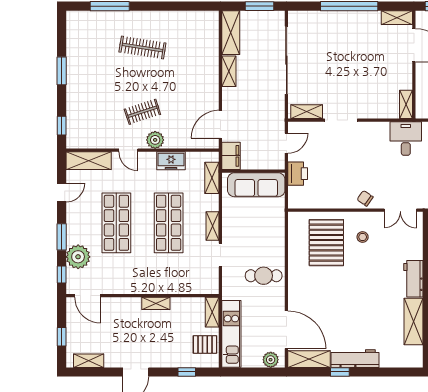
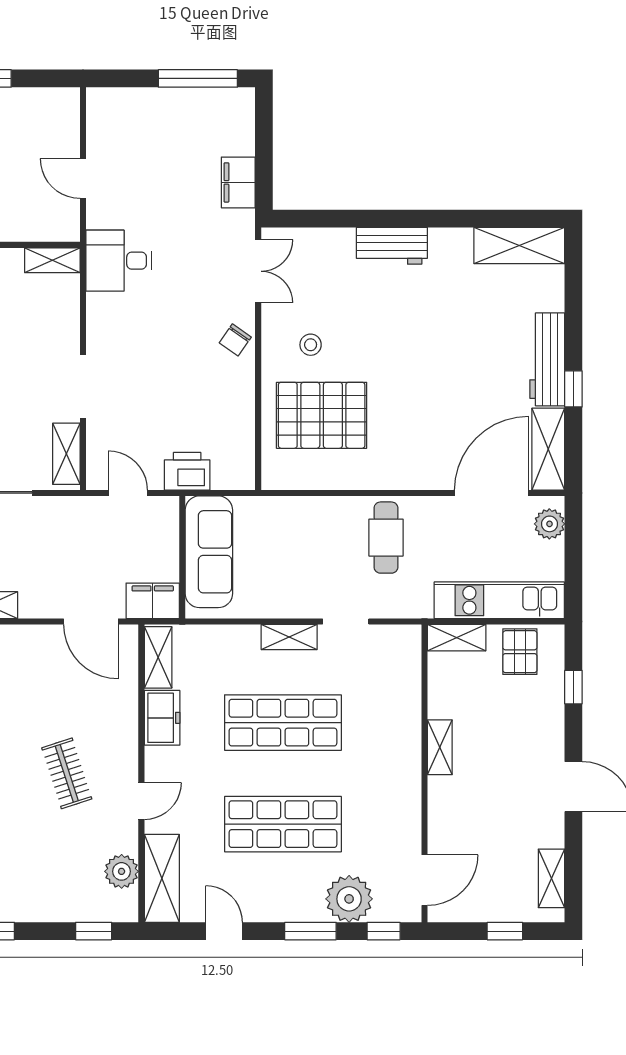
plant: (155, 140) -> (122, 871), moved
shelving: (212, 178) -> (158, 657), moved, turned 90
shelving: (414, 322) -> (519, 246), moved

